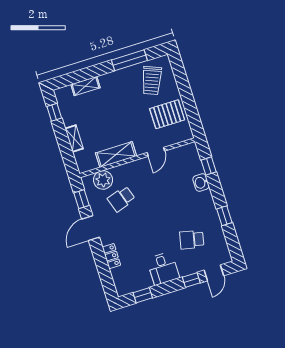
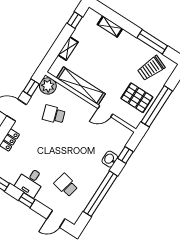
window: (189, 103) -> (157, 106), added
shelving: (116, 155) -> (81, 86), width x1.47
plant: (103, 180) -> (48, 86), moved
window: (224, 216) -> (100, 194), width x3.17
window: (191, 280) -> (27, 200), moved

